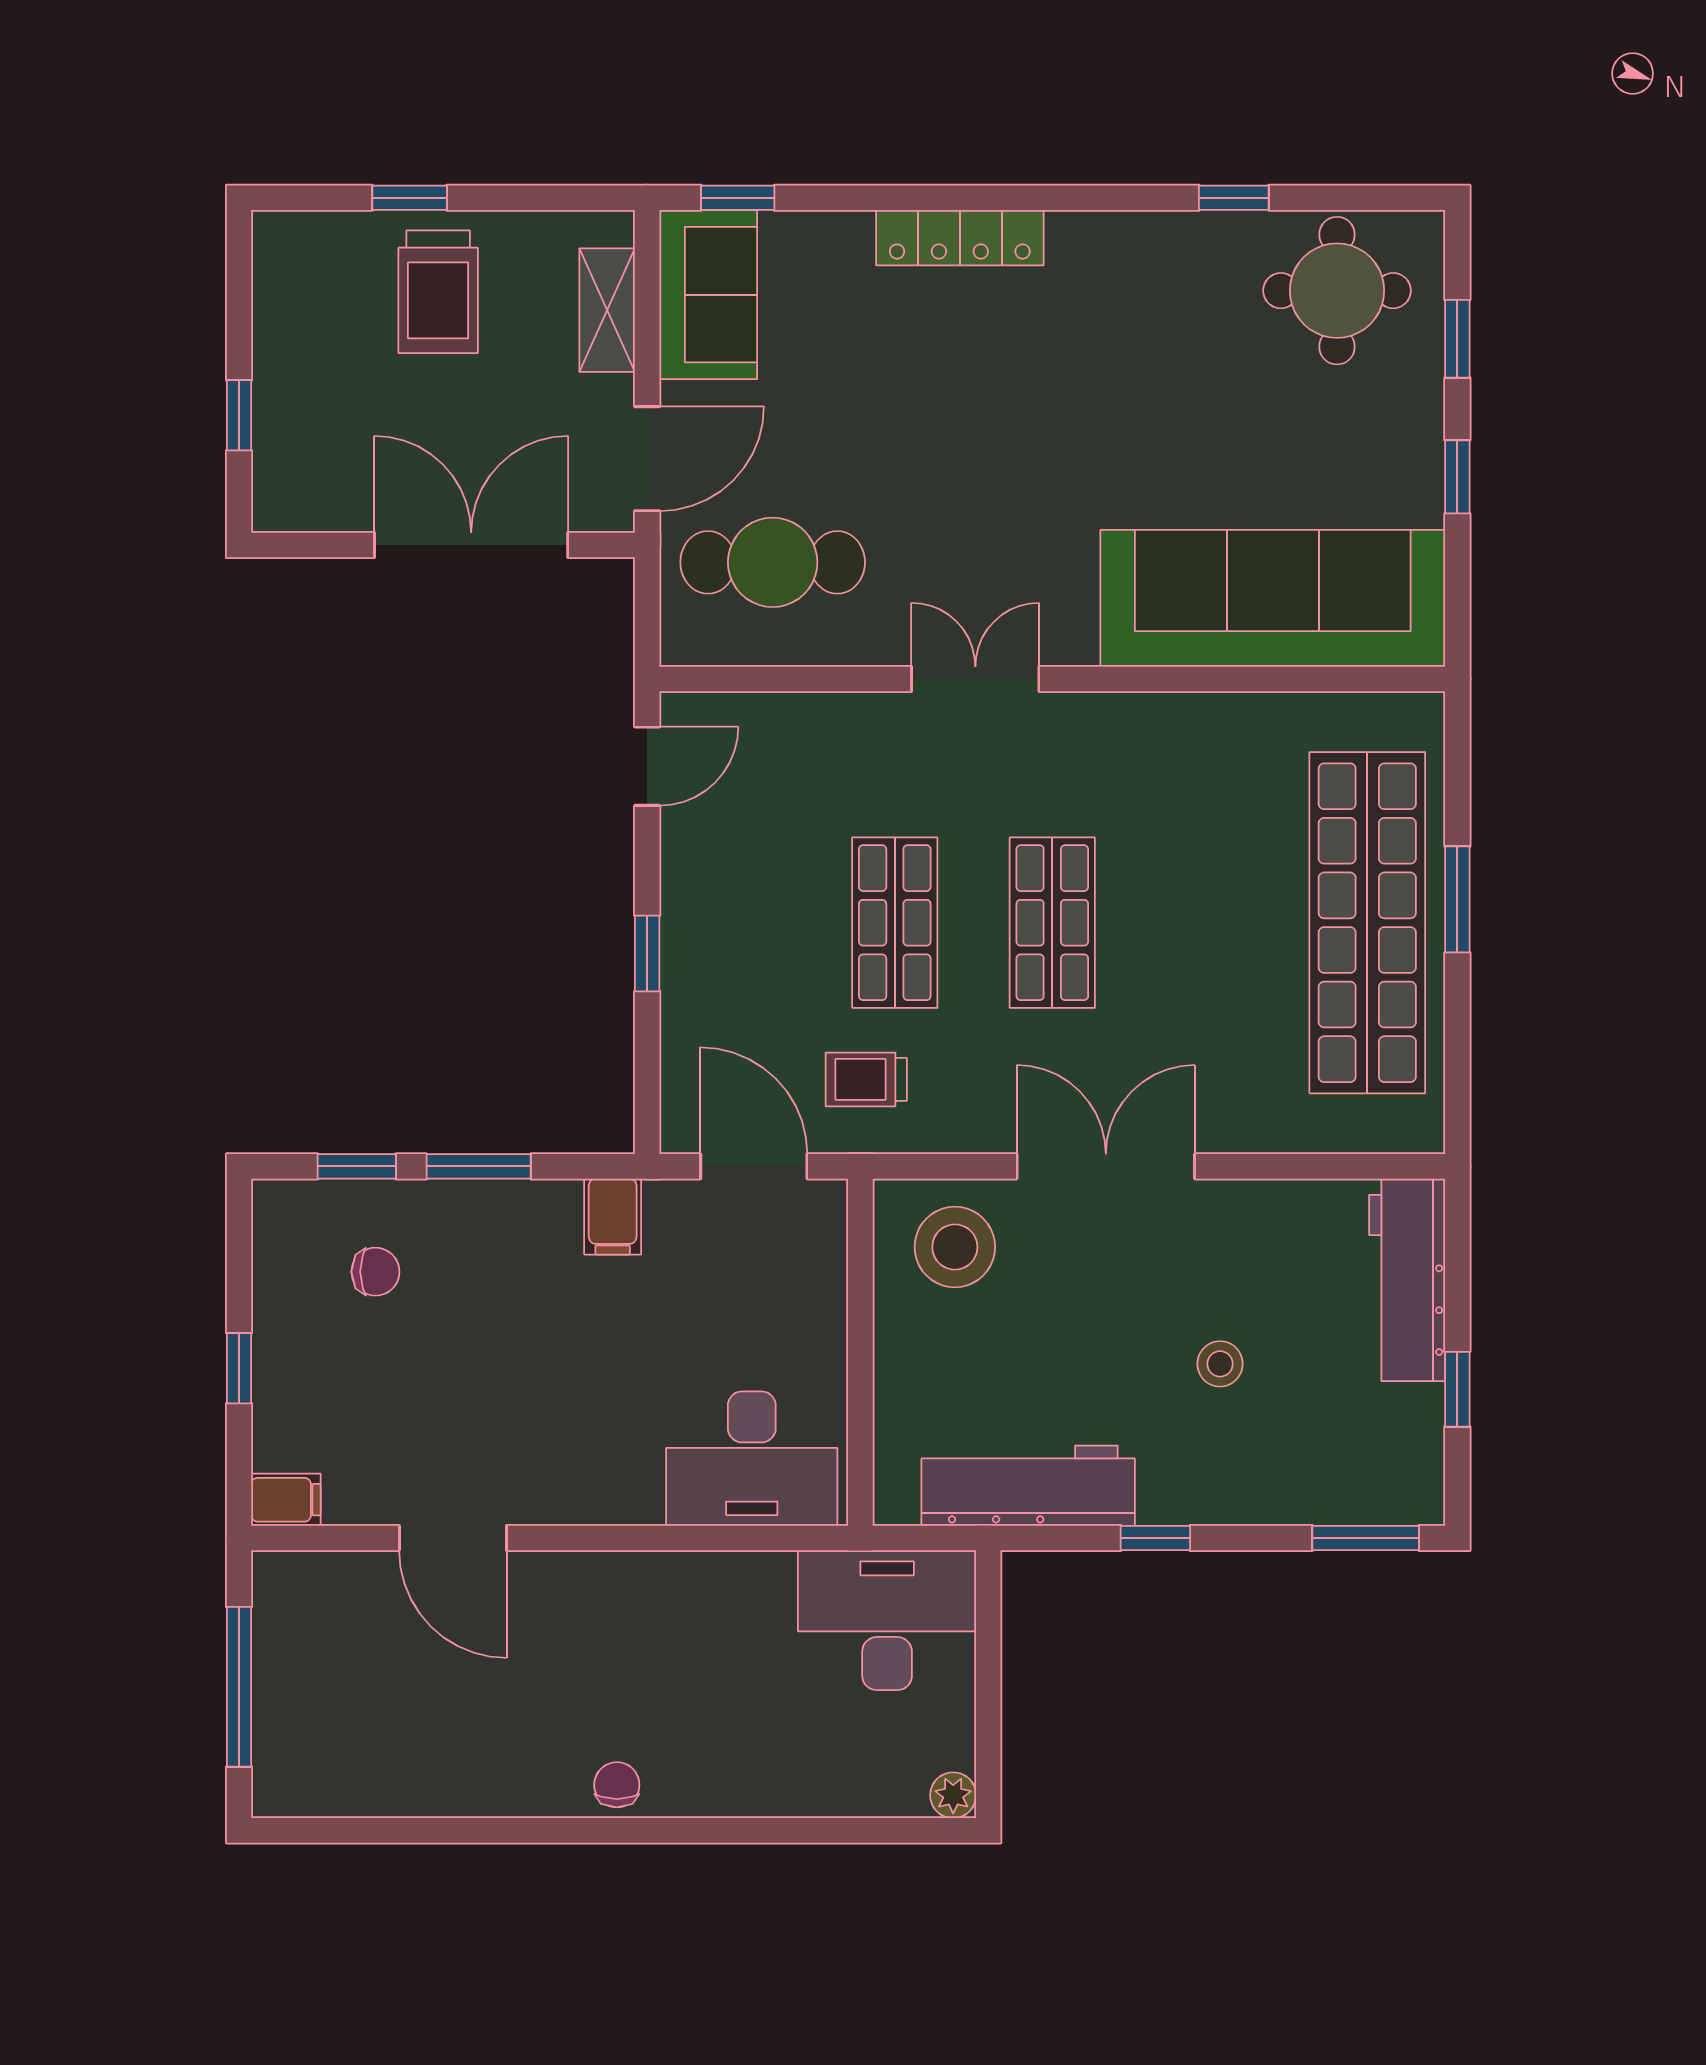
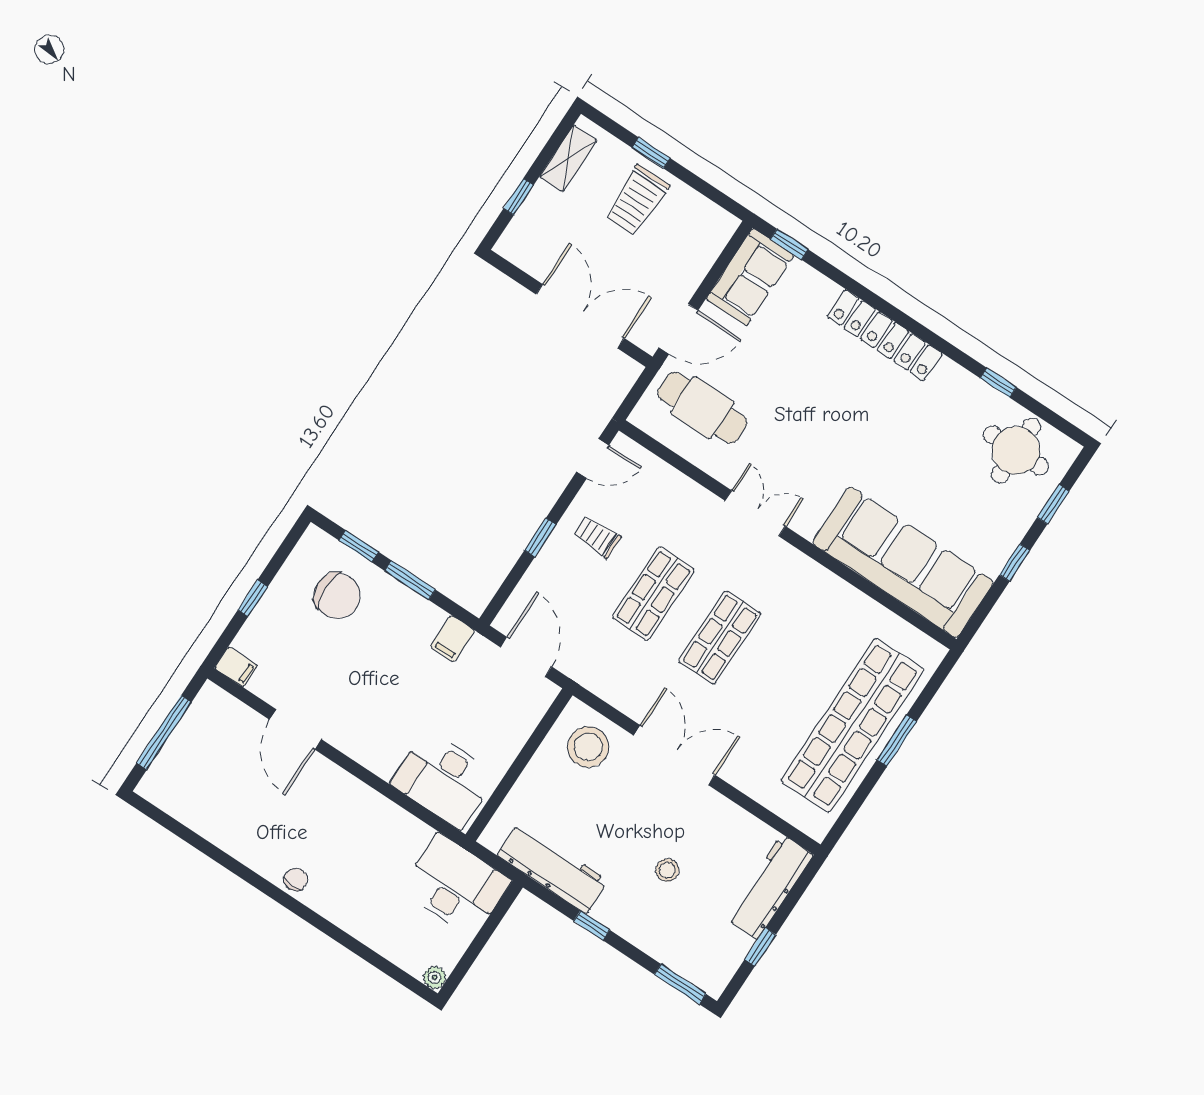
locker: (960, 238) -> (885, 335), width x1.41, depth x1.21
shelving: (607, 310) -> (568, 158), moved
trolley: (866, 1079) -> (597, 536), moved
chair: (375, 1272) -> (337, 596), width x1.87, depth x1.87

